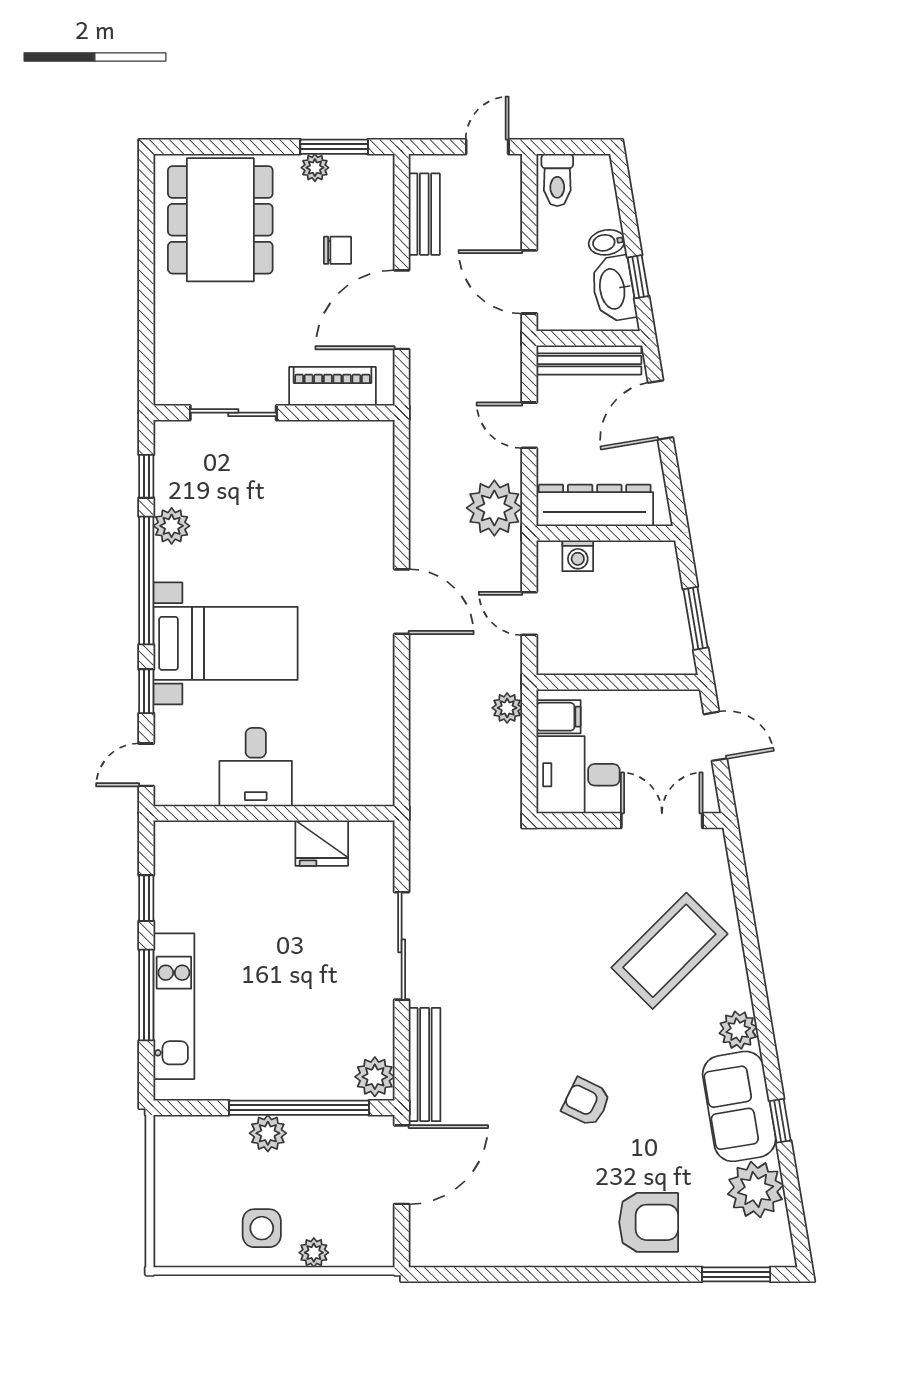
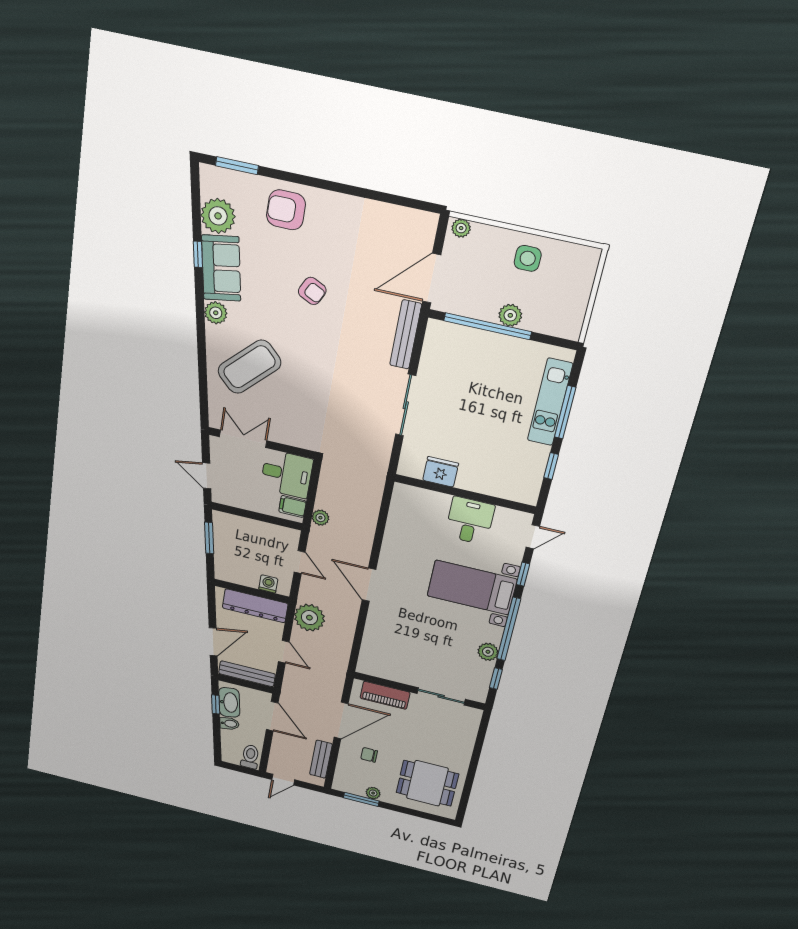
dining table: (220, 220) -> (427, 783), width x0.73
double door: (662, 820) -> (243, 439), swing flipped
plant: (375, 1077) -> (437, 334), removed
plant: (314, 1253) -> (461, 228), moved

